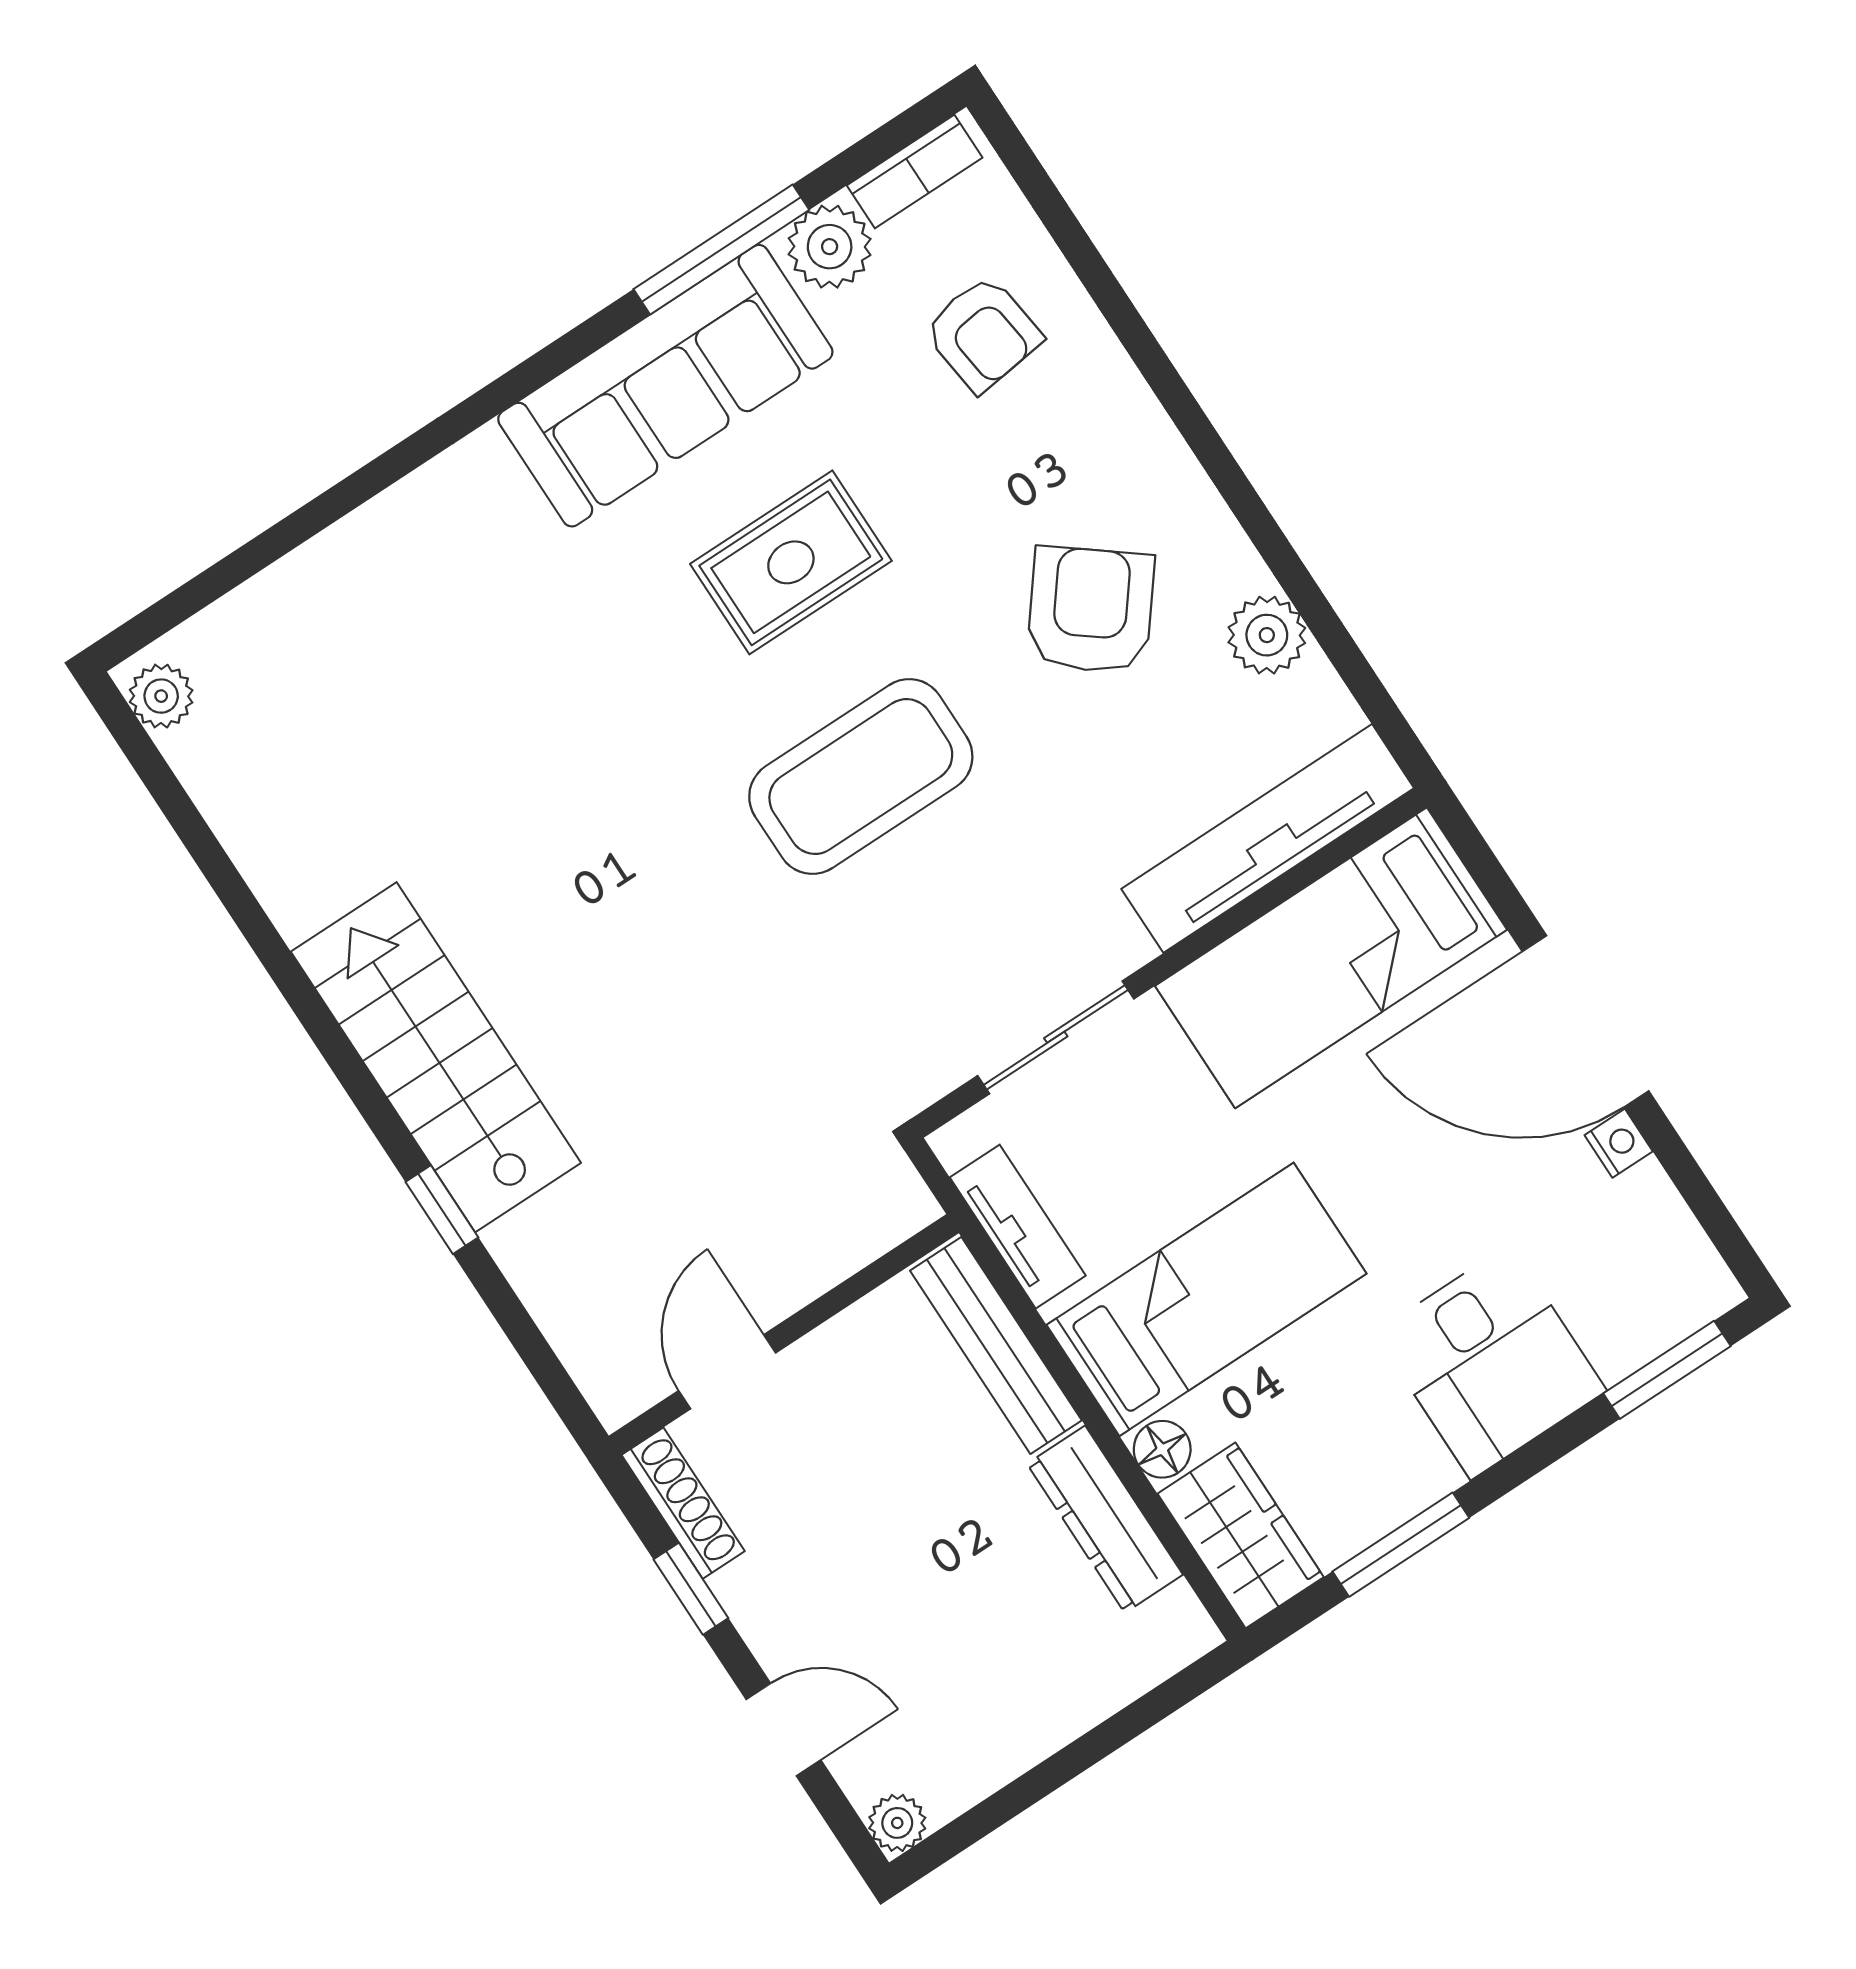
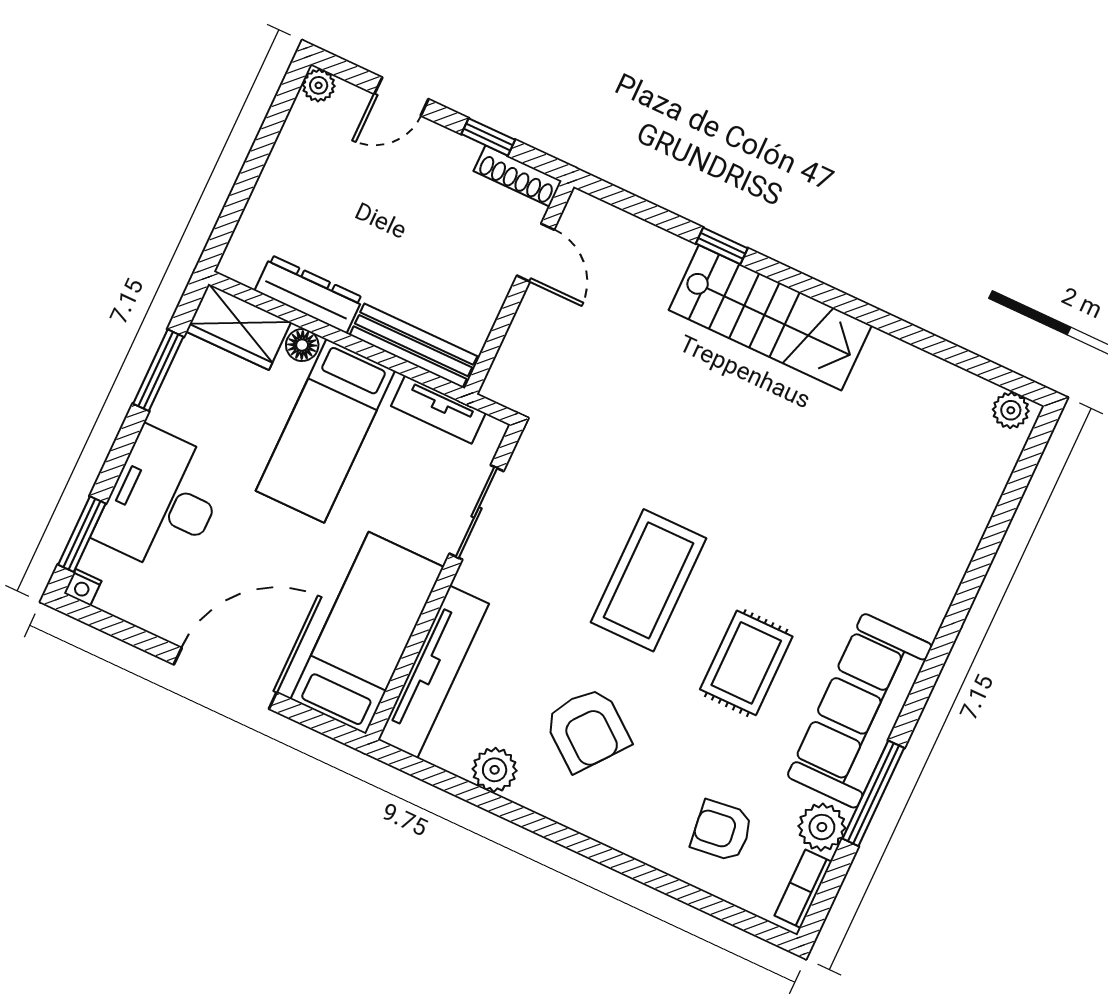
nightstand: (1619, 1143) -> (83, 587), moved
desk: (1491, 1362) -> (162, 501), width x1.37

